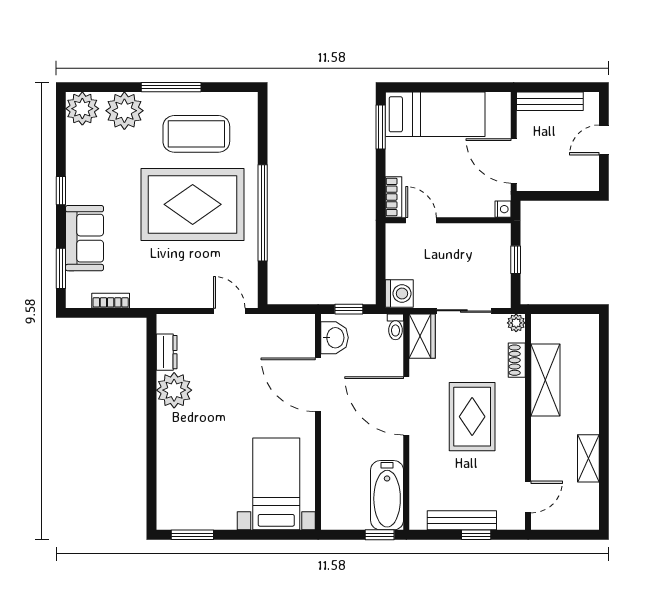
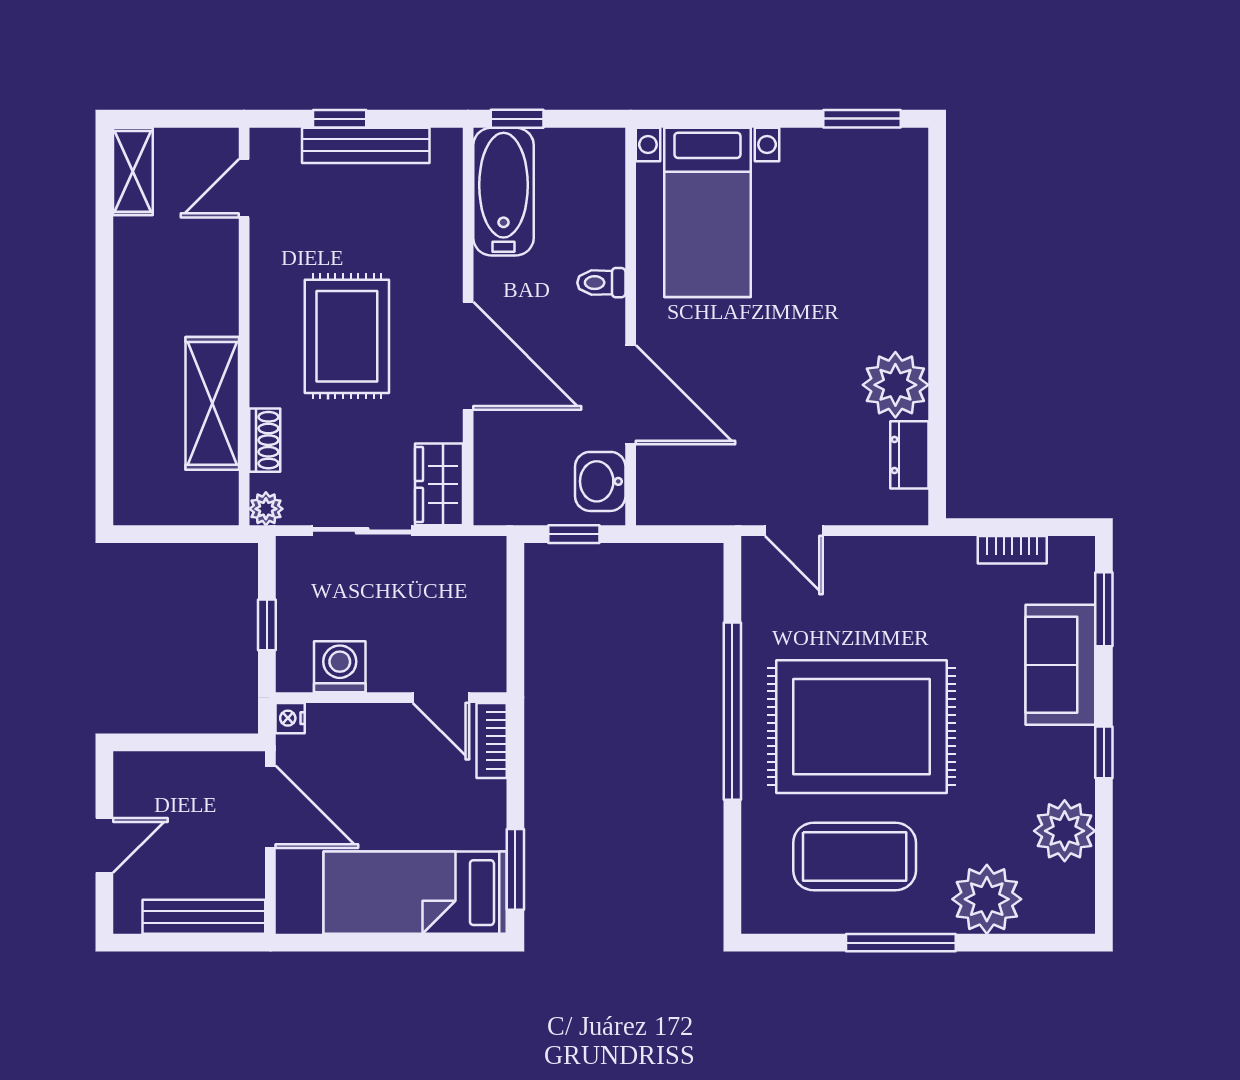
plant: (82, 109) -> (1065, 831), moved
washing machine: (399, 294) -> (340, 667), moved, turned 90
toilet: (395, 327) -> (601, 283), moved, turned -90
shelving: (588, 458) -> (133, 171), moved

